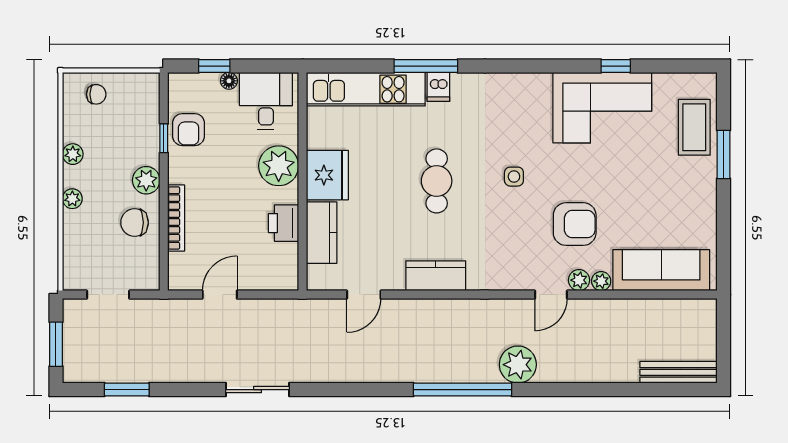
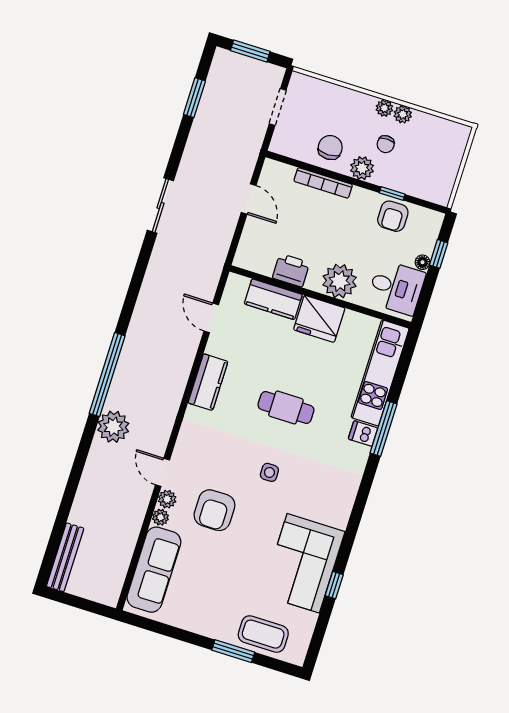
chair: (96, 94) -> (386, 144), moved
armchair: (189, 130) -> (393, 216), turned -90
plant: (72, 199) -> (384, 108), moved

